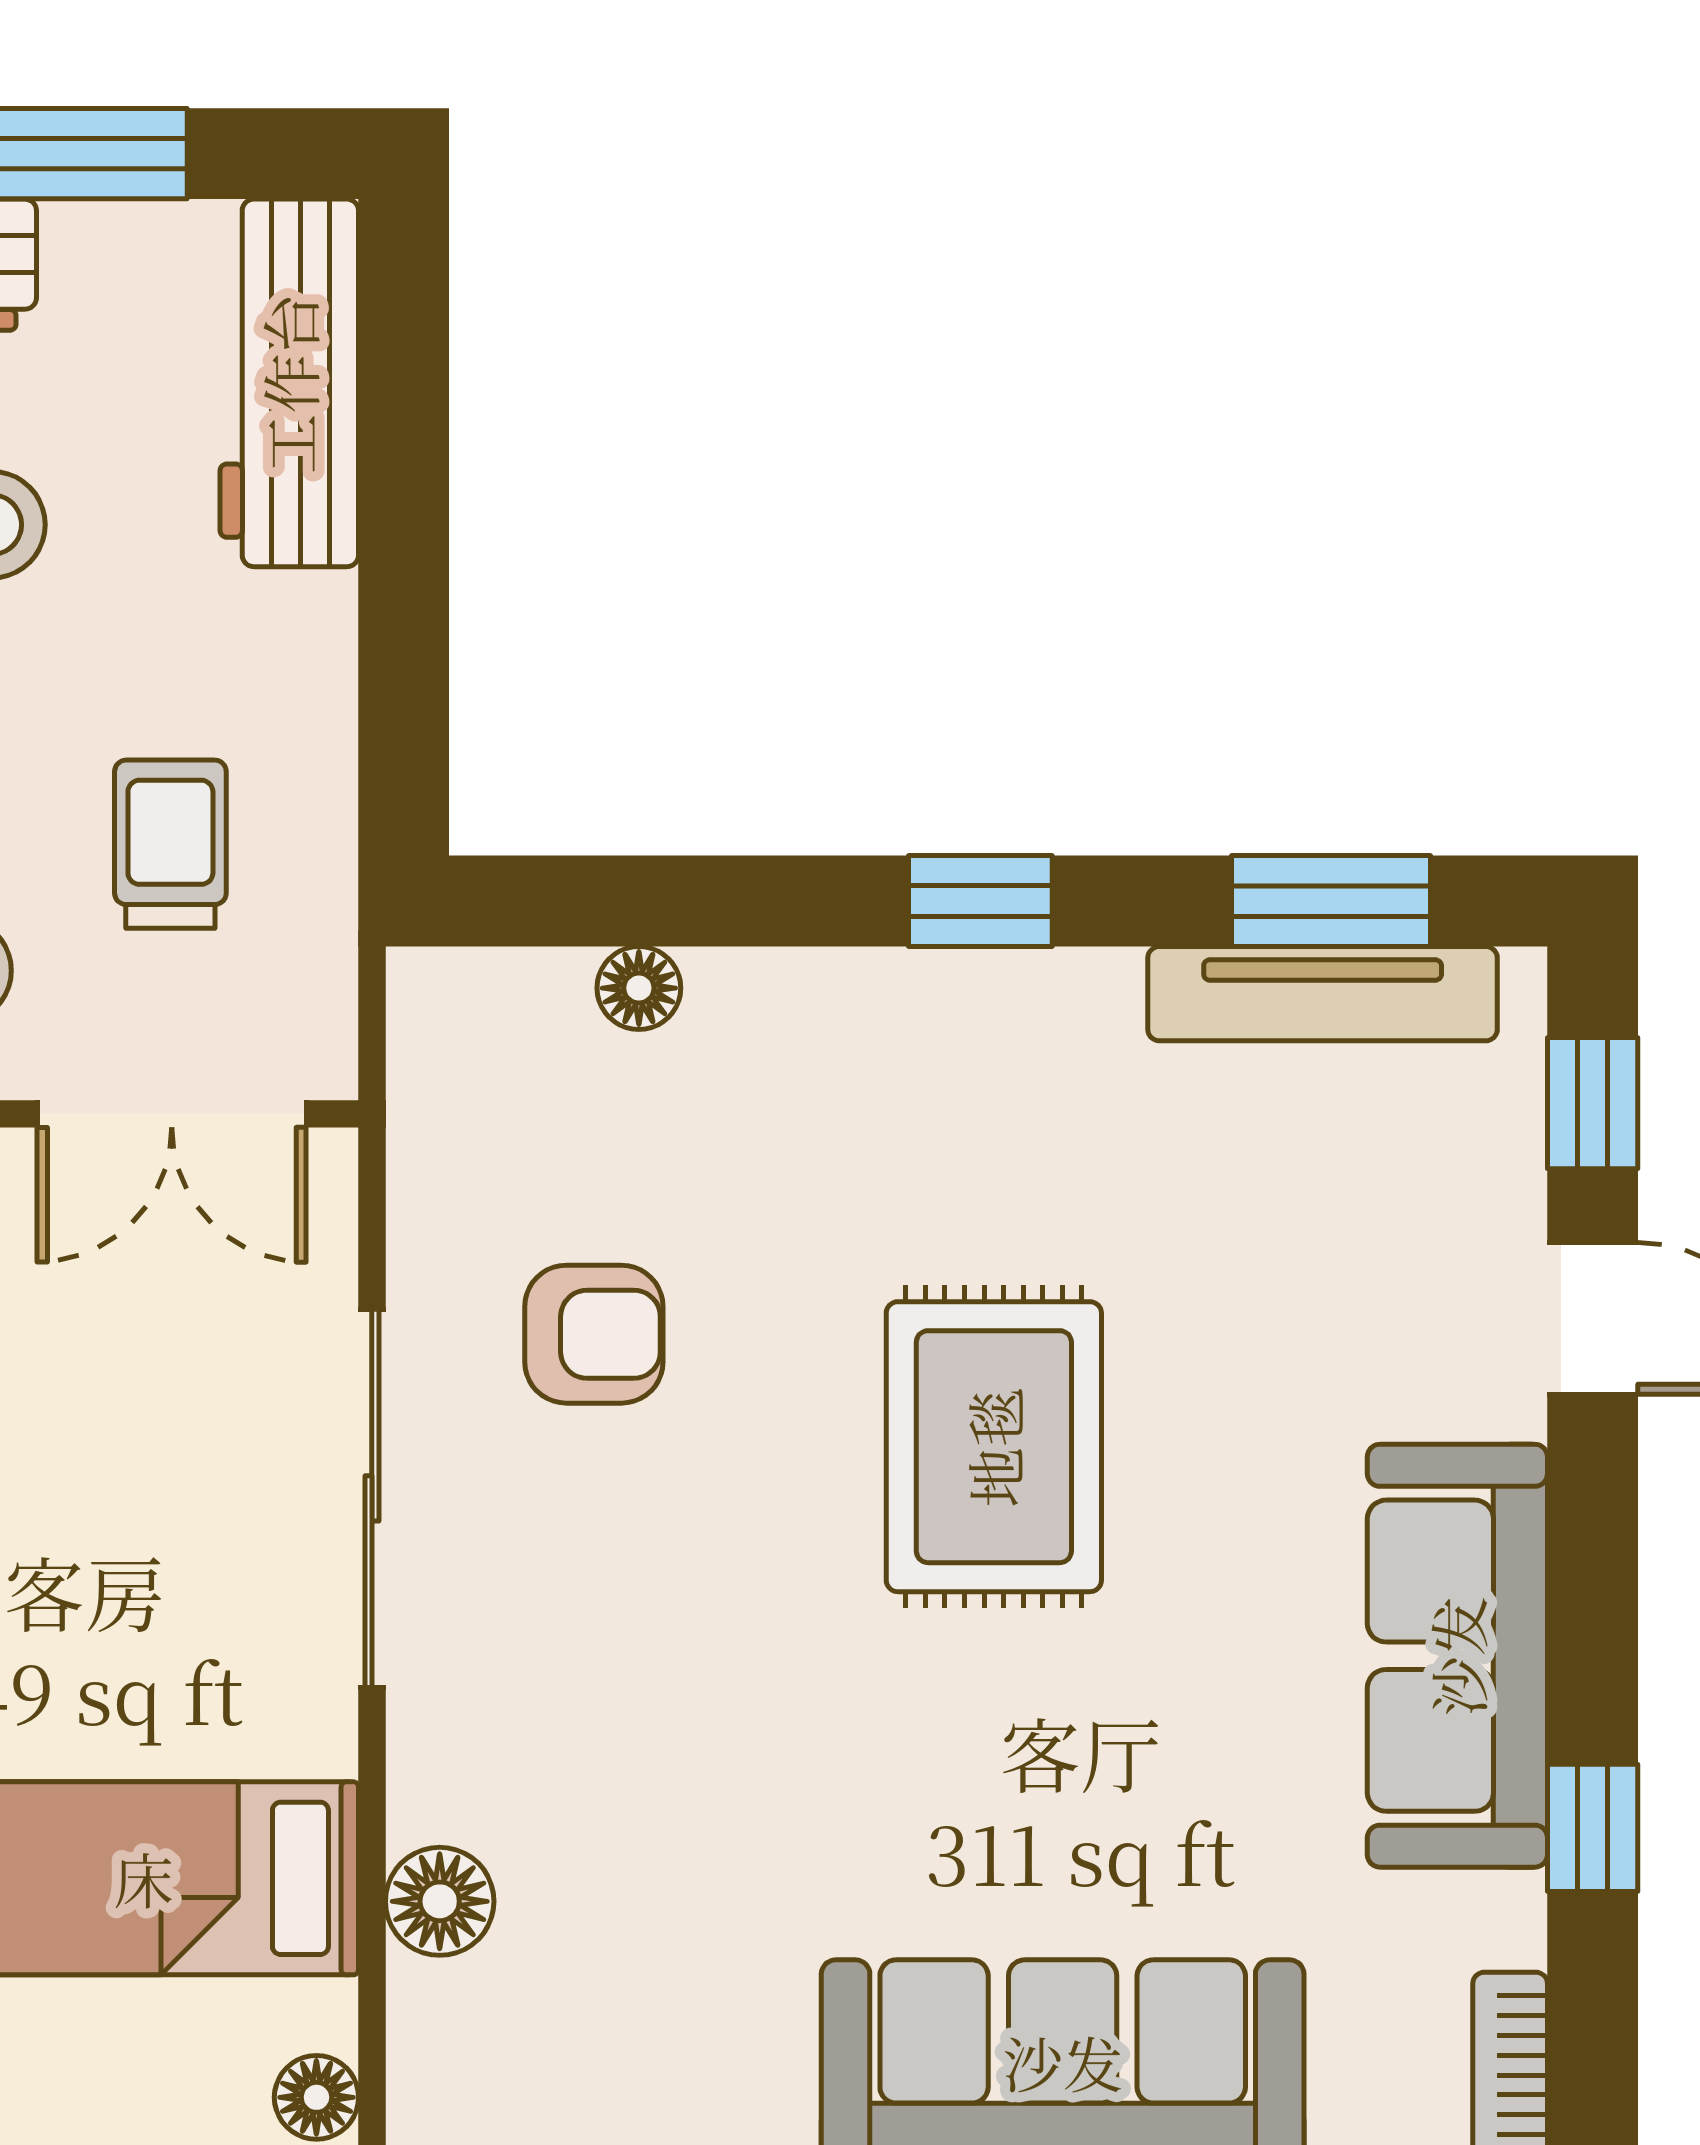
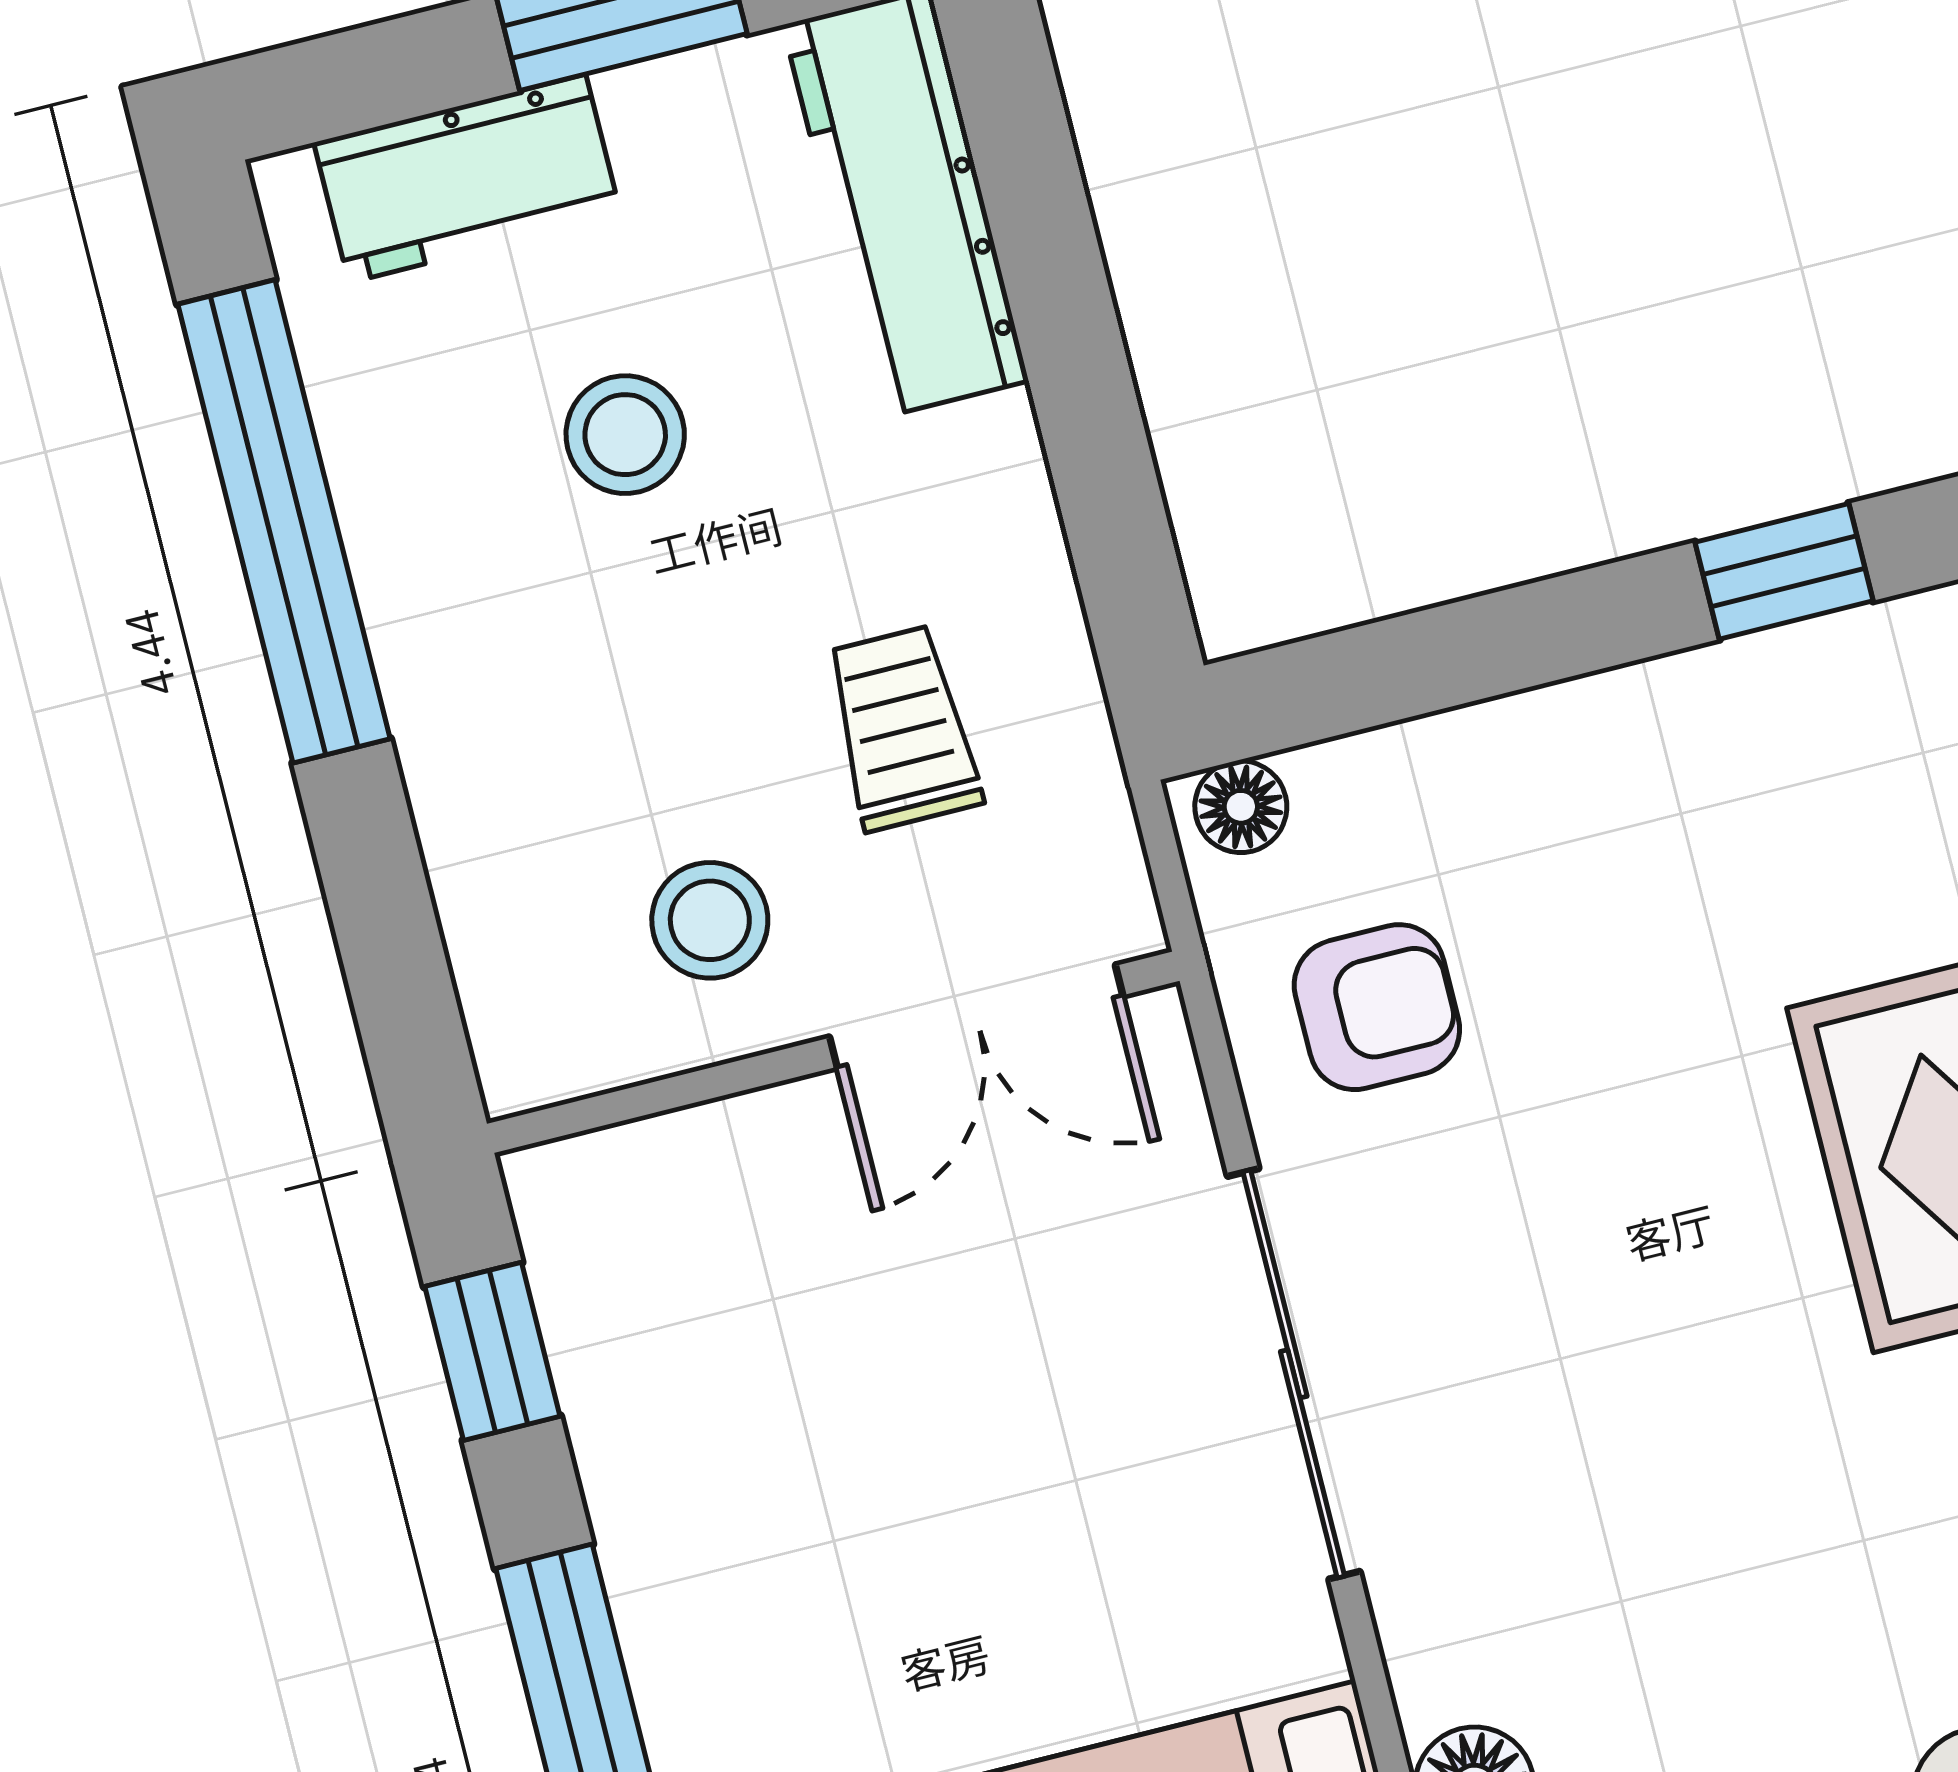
floor lamp: (639, 988) -> (1241, 807), moved
armchair: (594, 1334) -> (1377, 1007), moved

